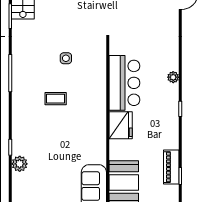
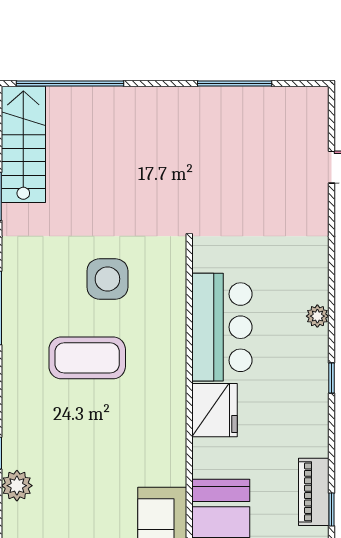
side table: (66, 58) -> (107, 279), width x1.87, depth x1.87
coffee table: (56, 99) -> (87, 358), width x1.86, depth x1.72

